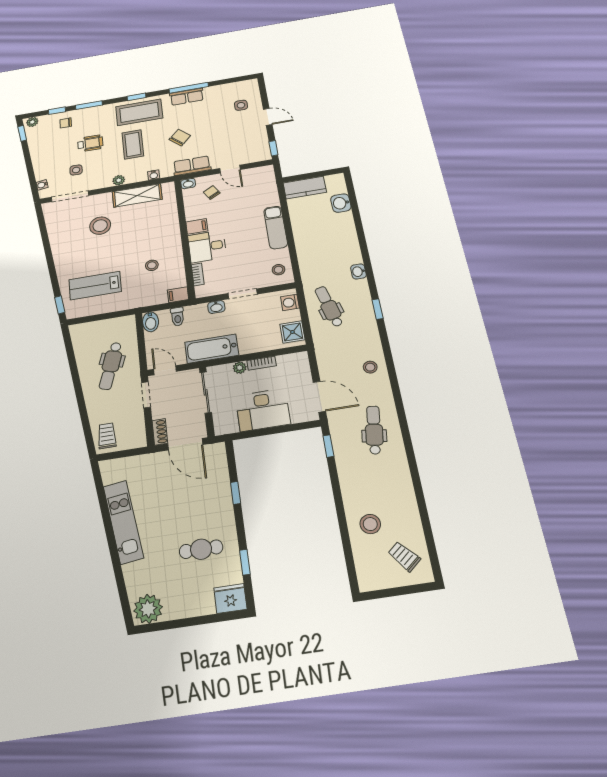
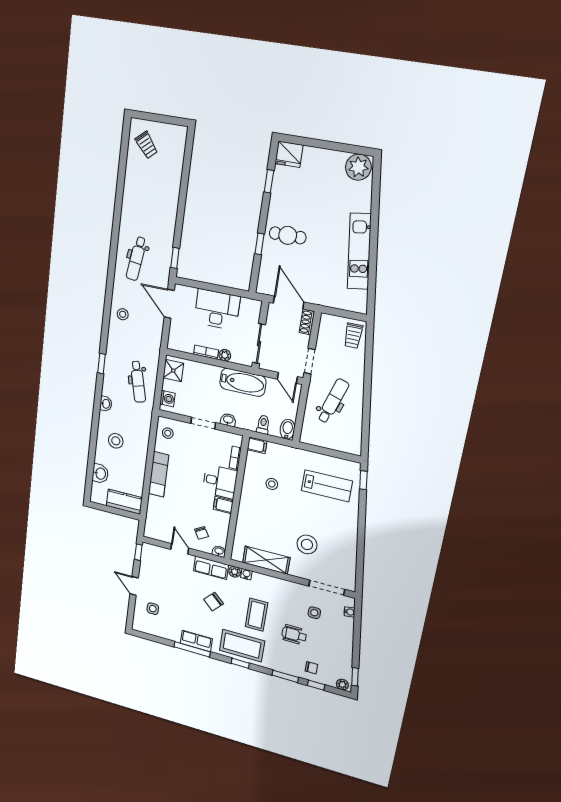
plant: (119, 180) -> (235, 572), moved
stool: (370, 524) -> (116, 441), moved
cafe table: (201, 549) -> (288, 235), moved

